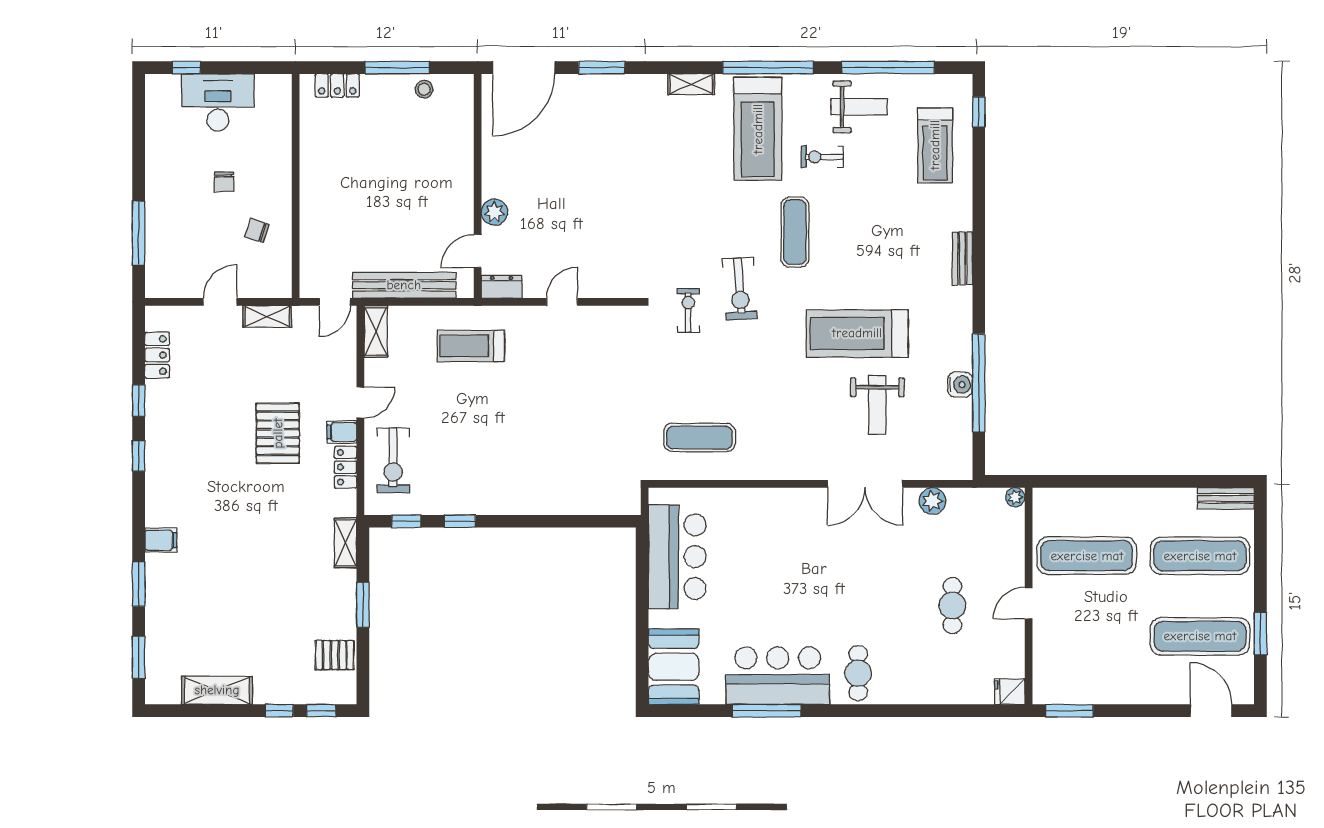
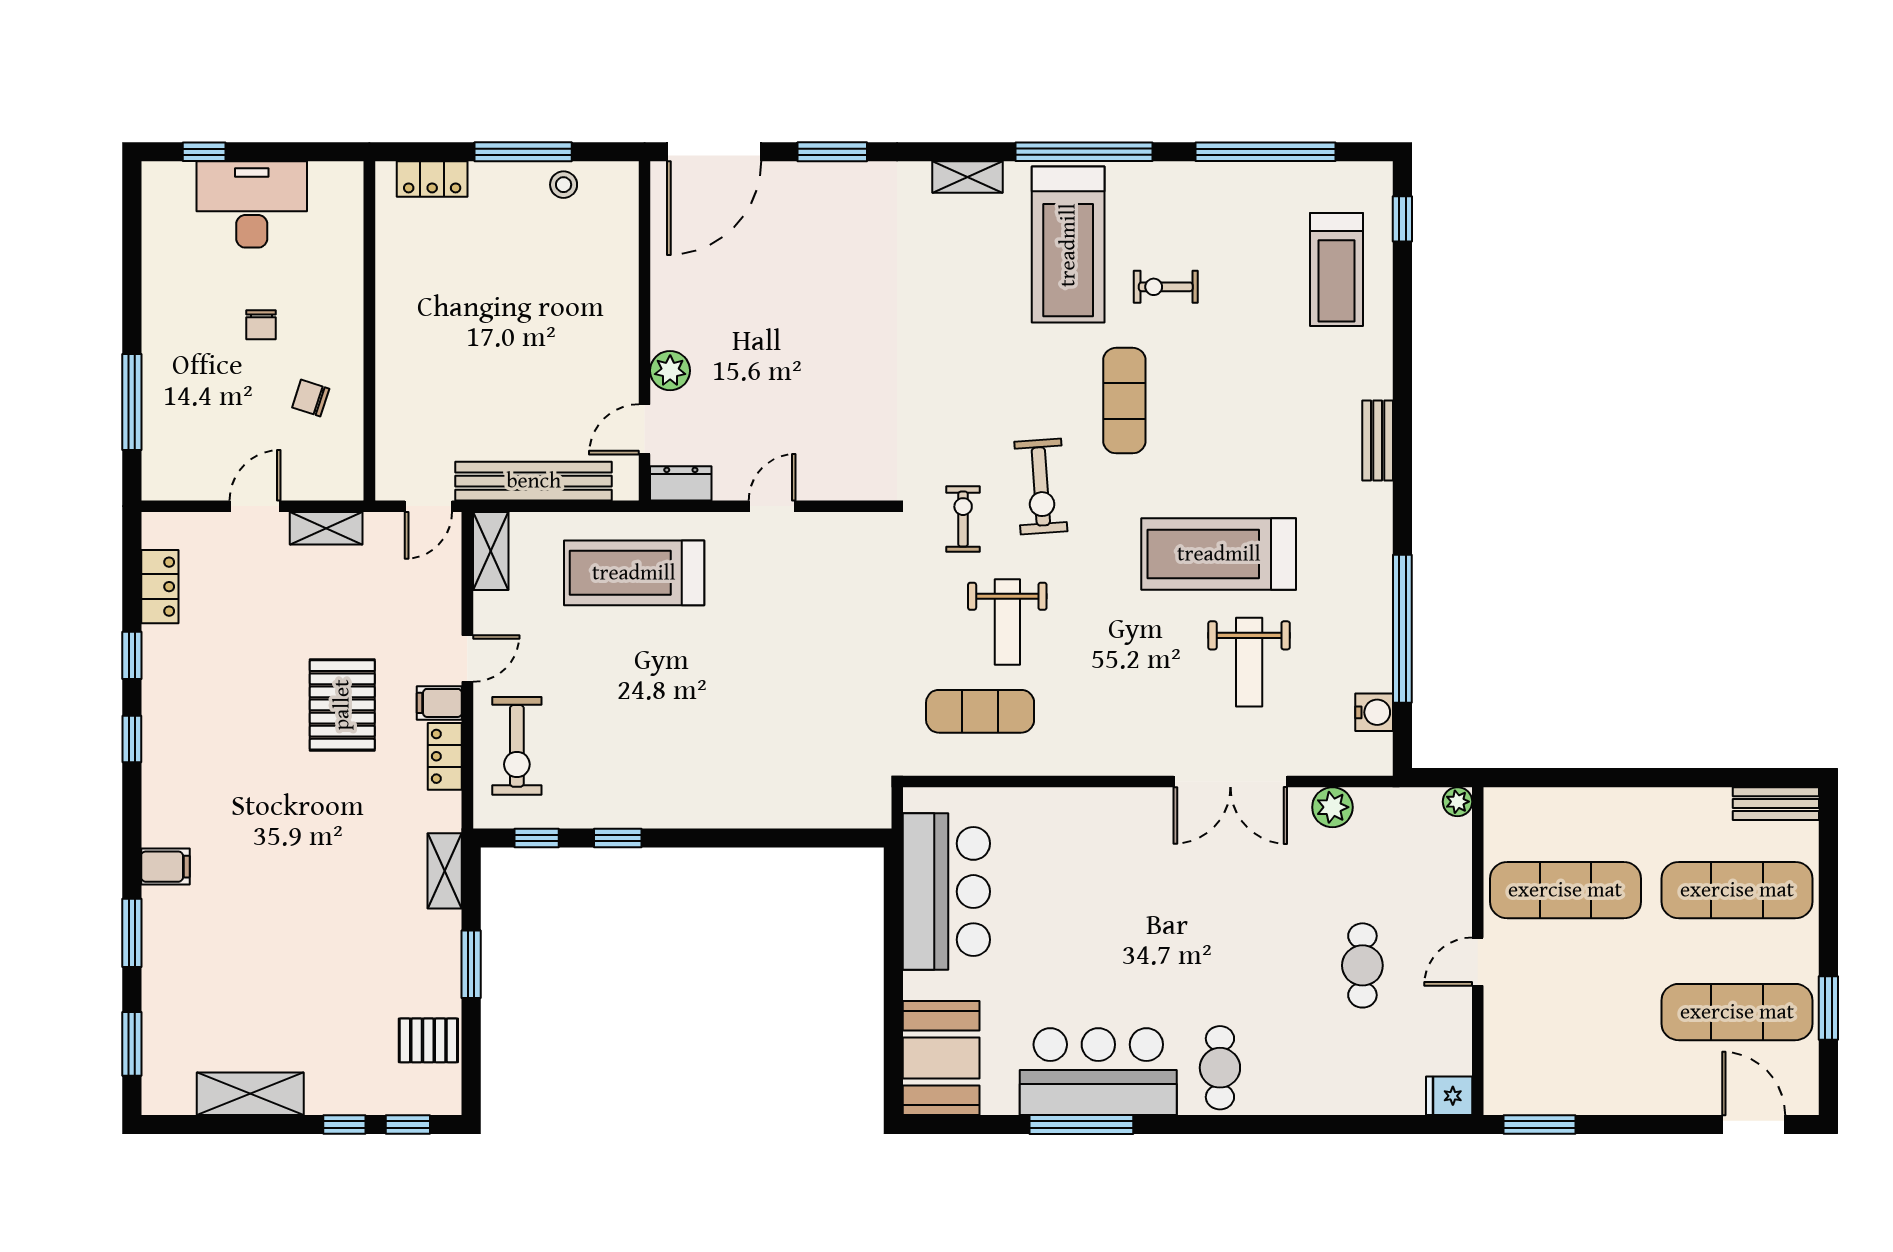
weight bench: (859, 107) -> (1007, 622), moved, turned 90
treadmill: (471, 346) -> (634, 573), width x1.37, depth x1.38
water cooler: (960, 385) -> (1374, 712), moved

